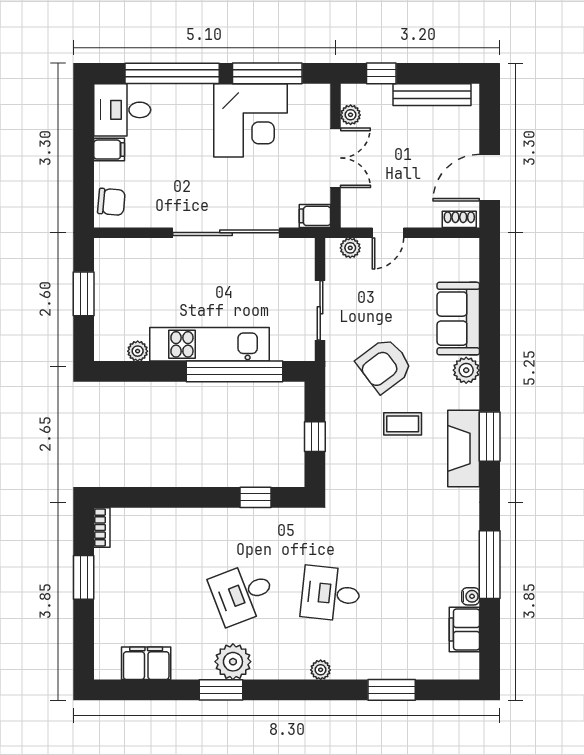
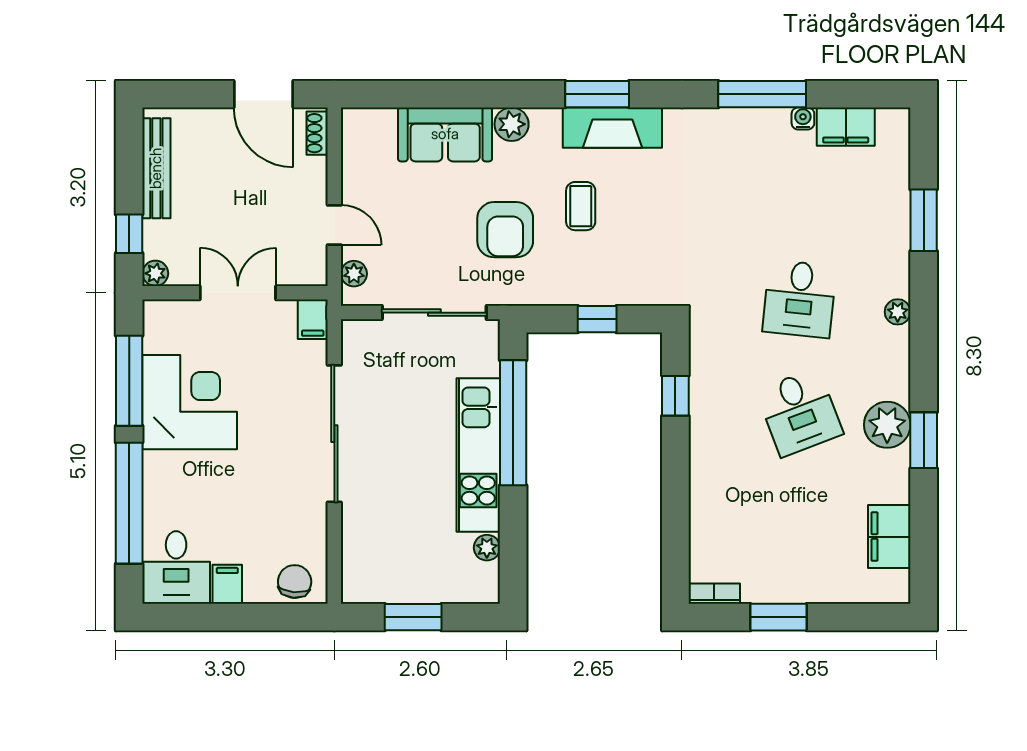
plant: (351, 115) -> (155, 273), moved
sliding door: (320, 310) -> (434, 313), width x1.37
armchair: (384, 365) -> (505, 230), turned 37

